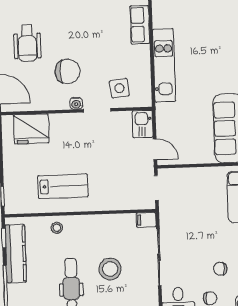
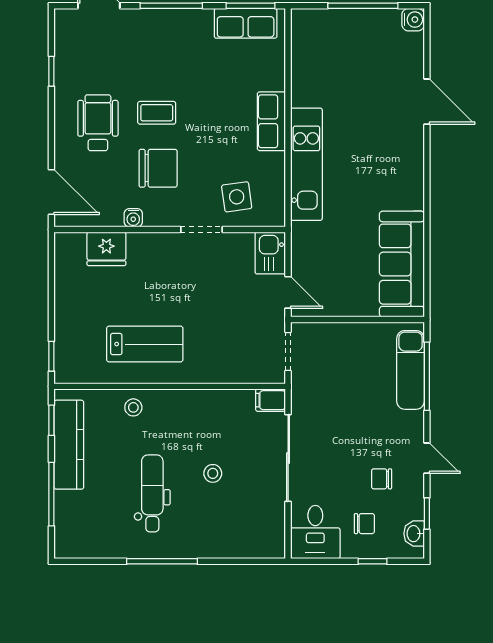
row of seats: (140, 25) -> (271, 121), moved
coffee table: (65, 35) -> (157, 113), added
wheelchair: (27, 43) -> (98, 123), turned 180
water cooler: (76, 103) -> (133, 218), moved
fridge: (31, 129) -> (106, 249), width x0.73, depth x0.75
stool: (110, 269) -> (213, 473), width x0.53, depth x0.53

